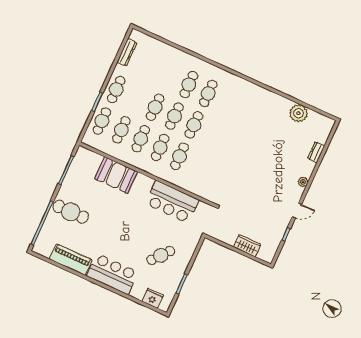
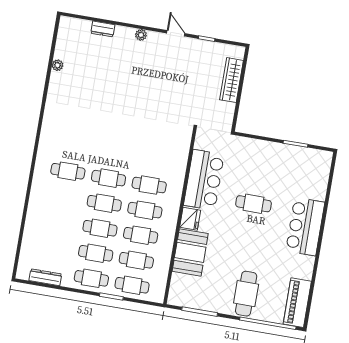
cafe table: (189, 85) -> (96, 253), moved
plant: (299, 113) -> (58, 65), width x0.53, depth x0.53
wardrobe: (247, 246) -> (232, 80), width x1.50
cafe table: (161, 255) -> (254, 204), moved, turned -40
piano: (71, 260) -> (297, 303), moved
fridge: (153, 298) -> (190, 219), moved, turned 180

